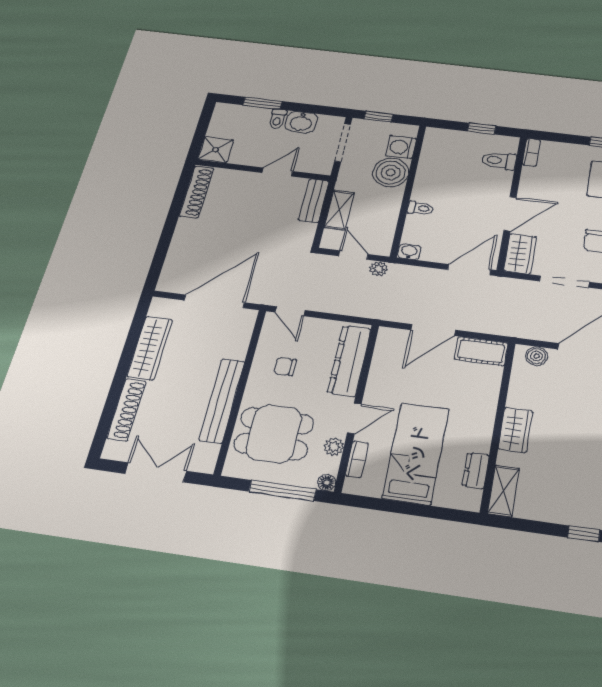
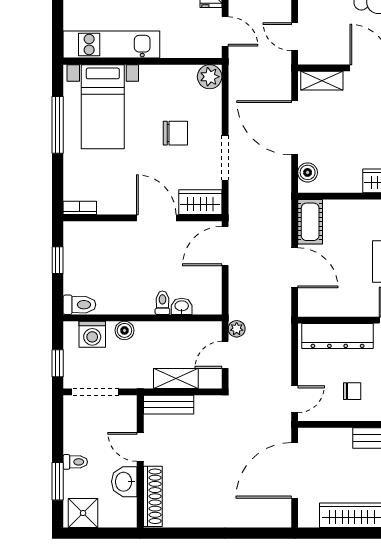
washbasin: (301, 122) -> (124, 482), moved, turned 180
shower: (215, 150) -> (83, 513), moved
toilet: (499, 161) -> (79, 305), moved, turned -90
boiler: (391, 172) -> (124, 330), width x0.54, depth x0.54
shoe rack: (197, 192) -> (153, 496), moved, turned 90
washbasin: (409, 252) -> (182, 306), moved, turned 90
door: (469, 270) -> (225, 246), hinge flipped
door: (214, 301) -> (295, 470), hinge flipped
chair: (285, 367) -> (352, 391), turned -90

